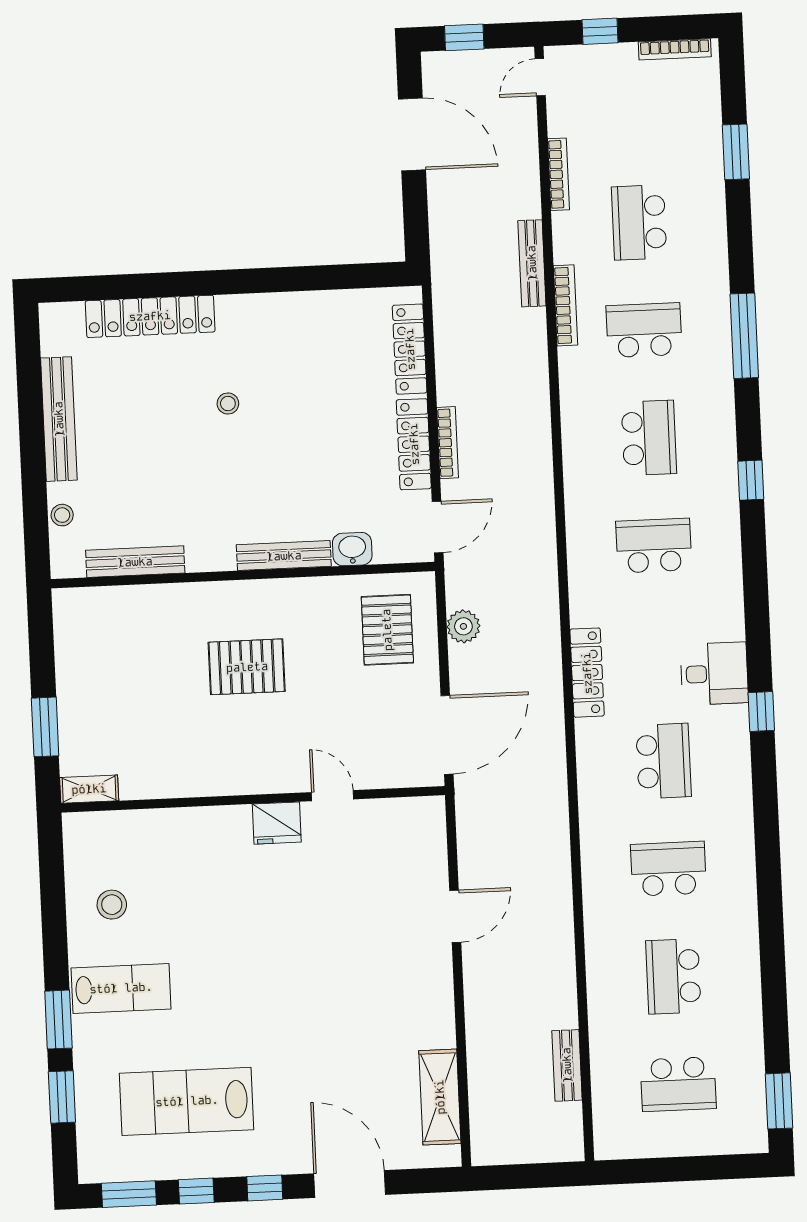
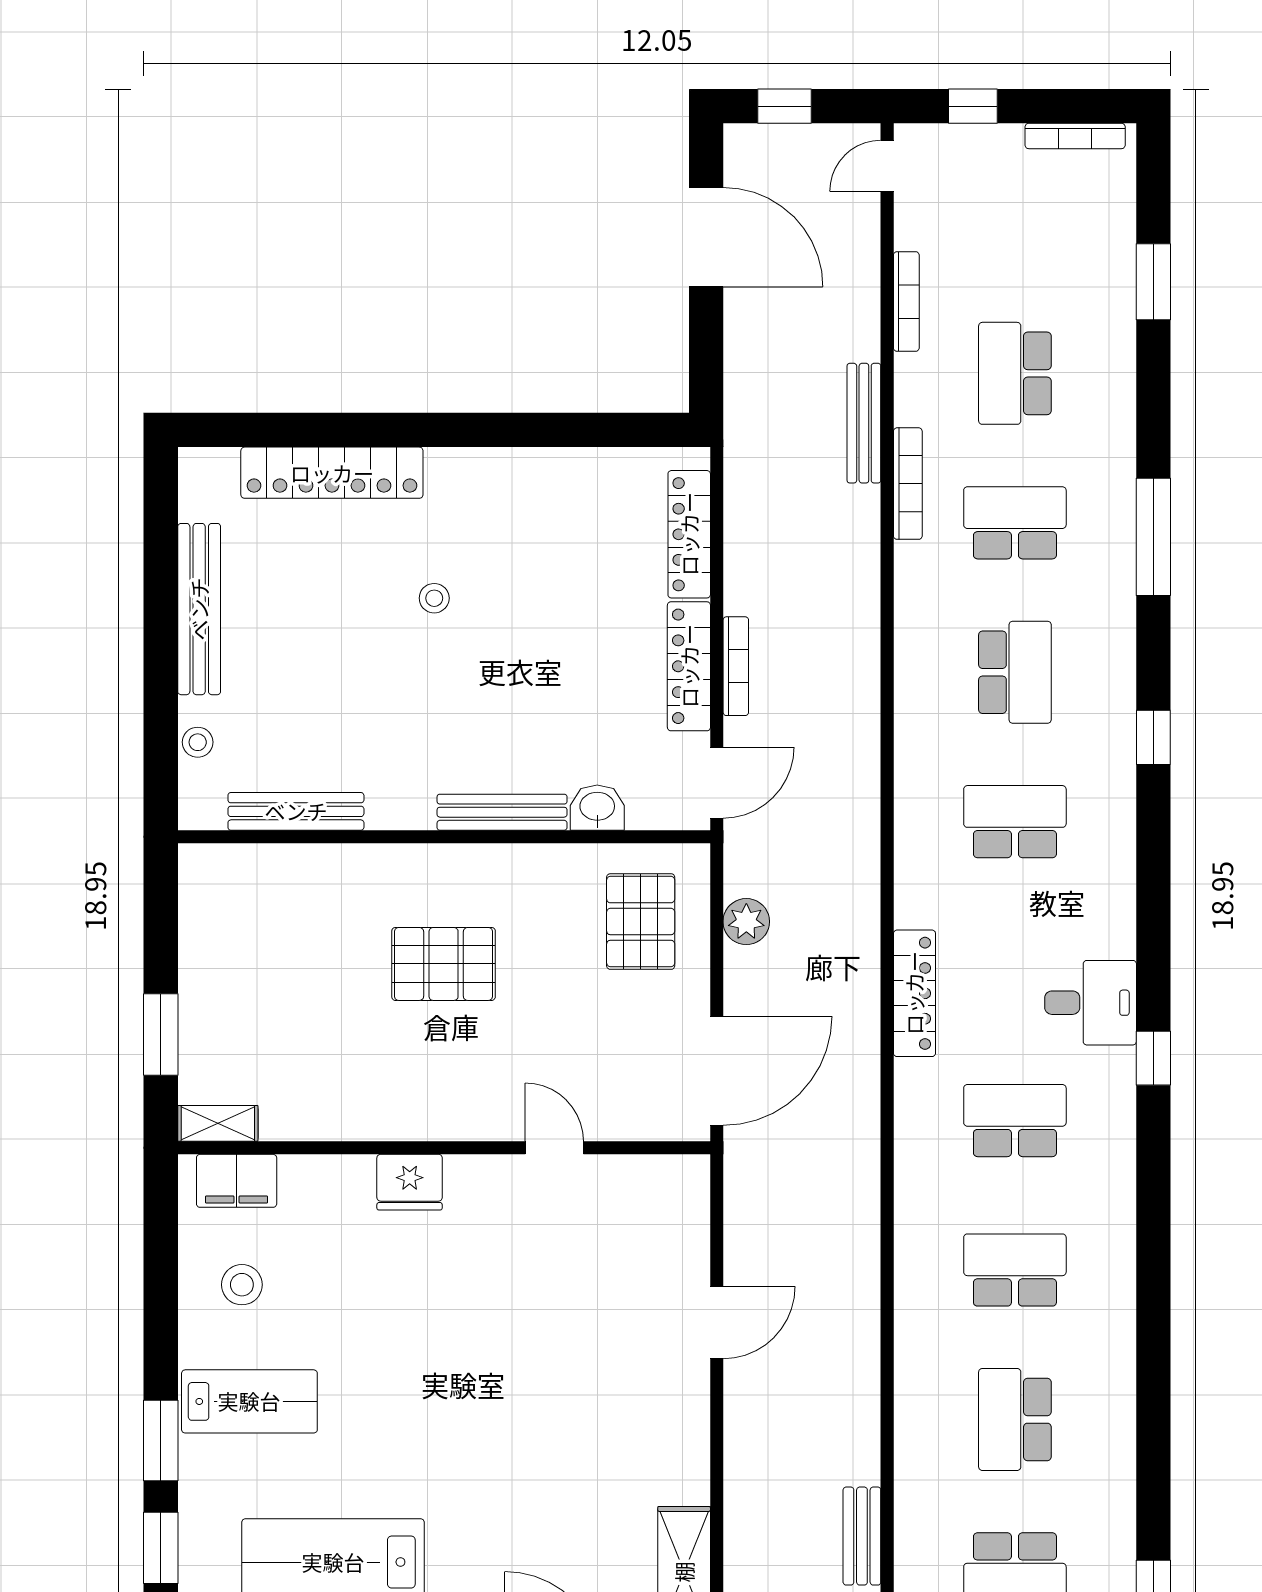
school desk: (664, 761) -> (1015, 1121), turned -90
fridge: (277, 823) -> (410, 1182), moved
filing cabinet: (105, 830) -> (237, 1181), added

